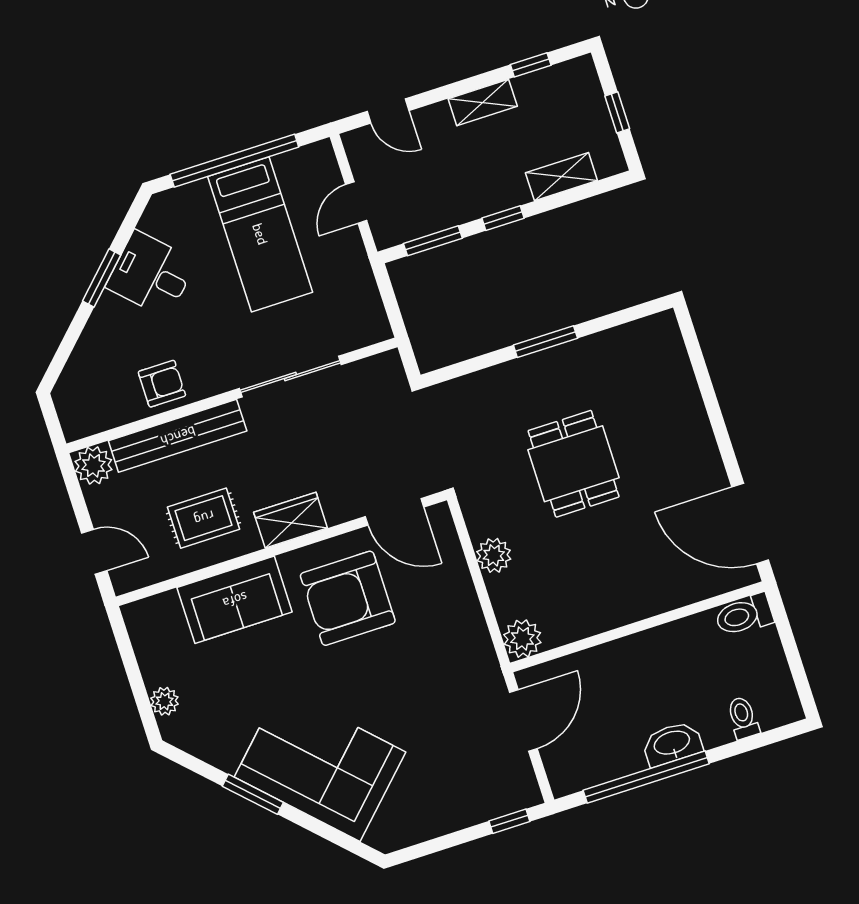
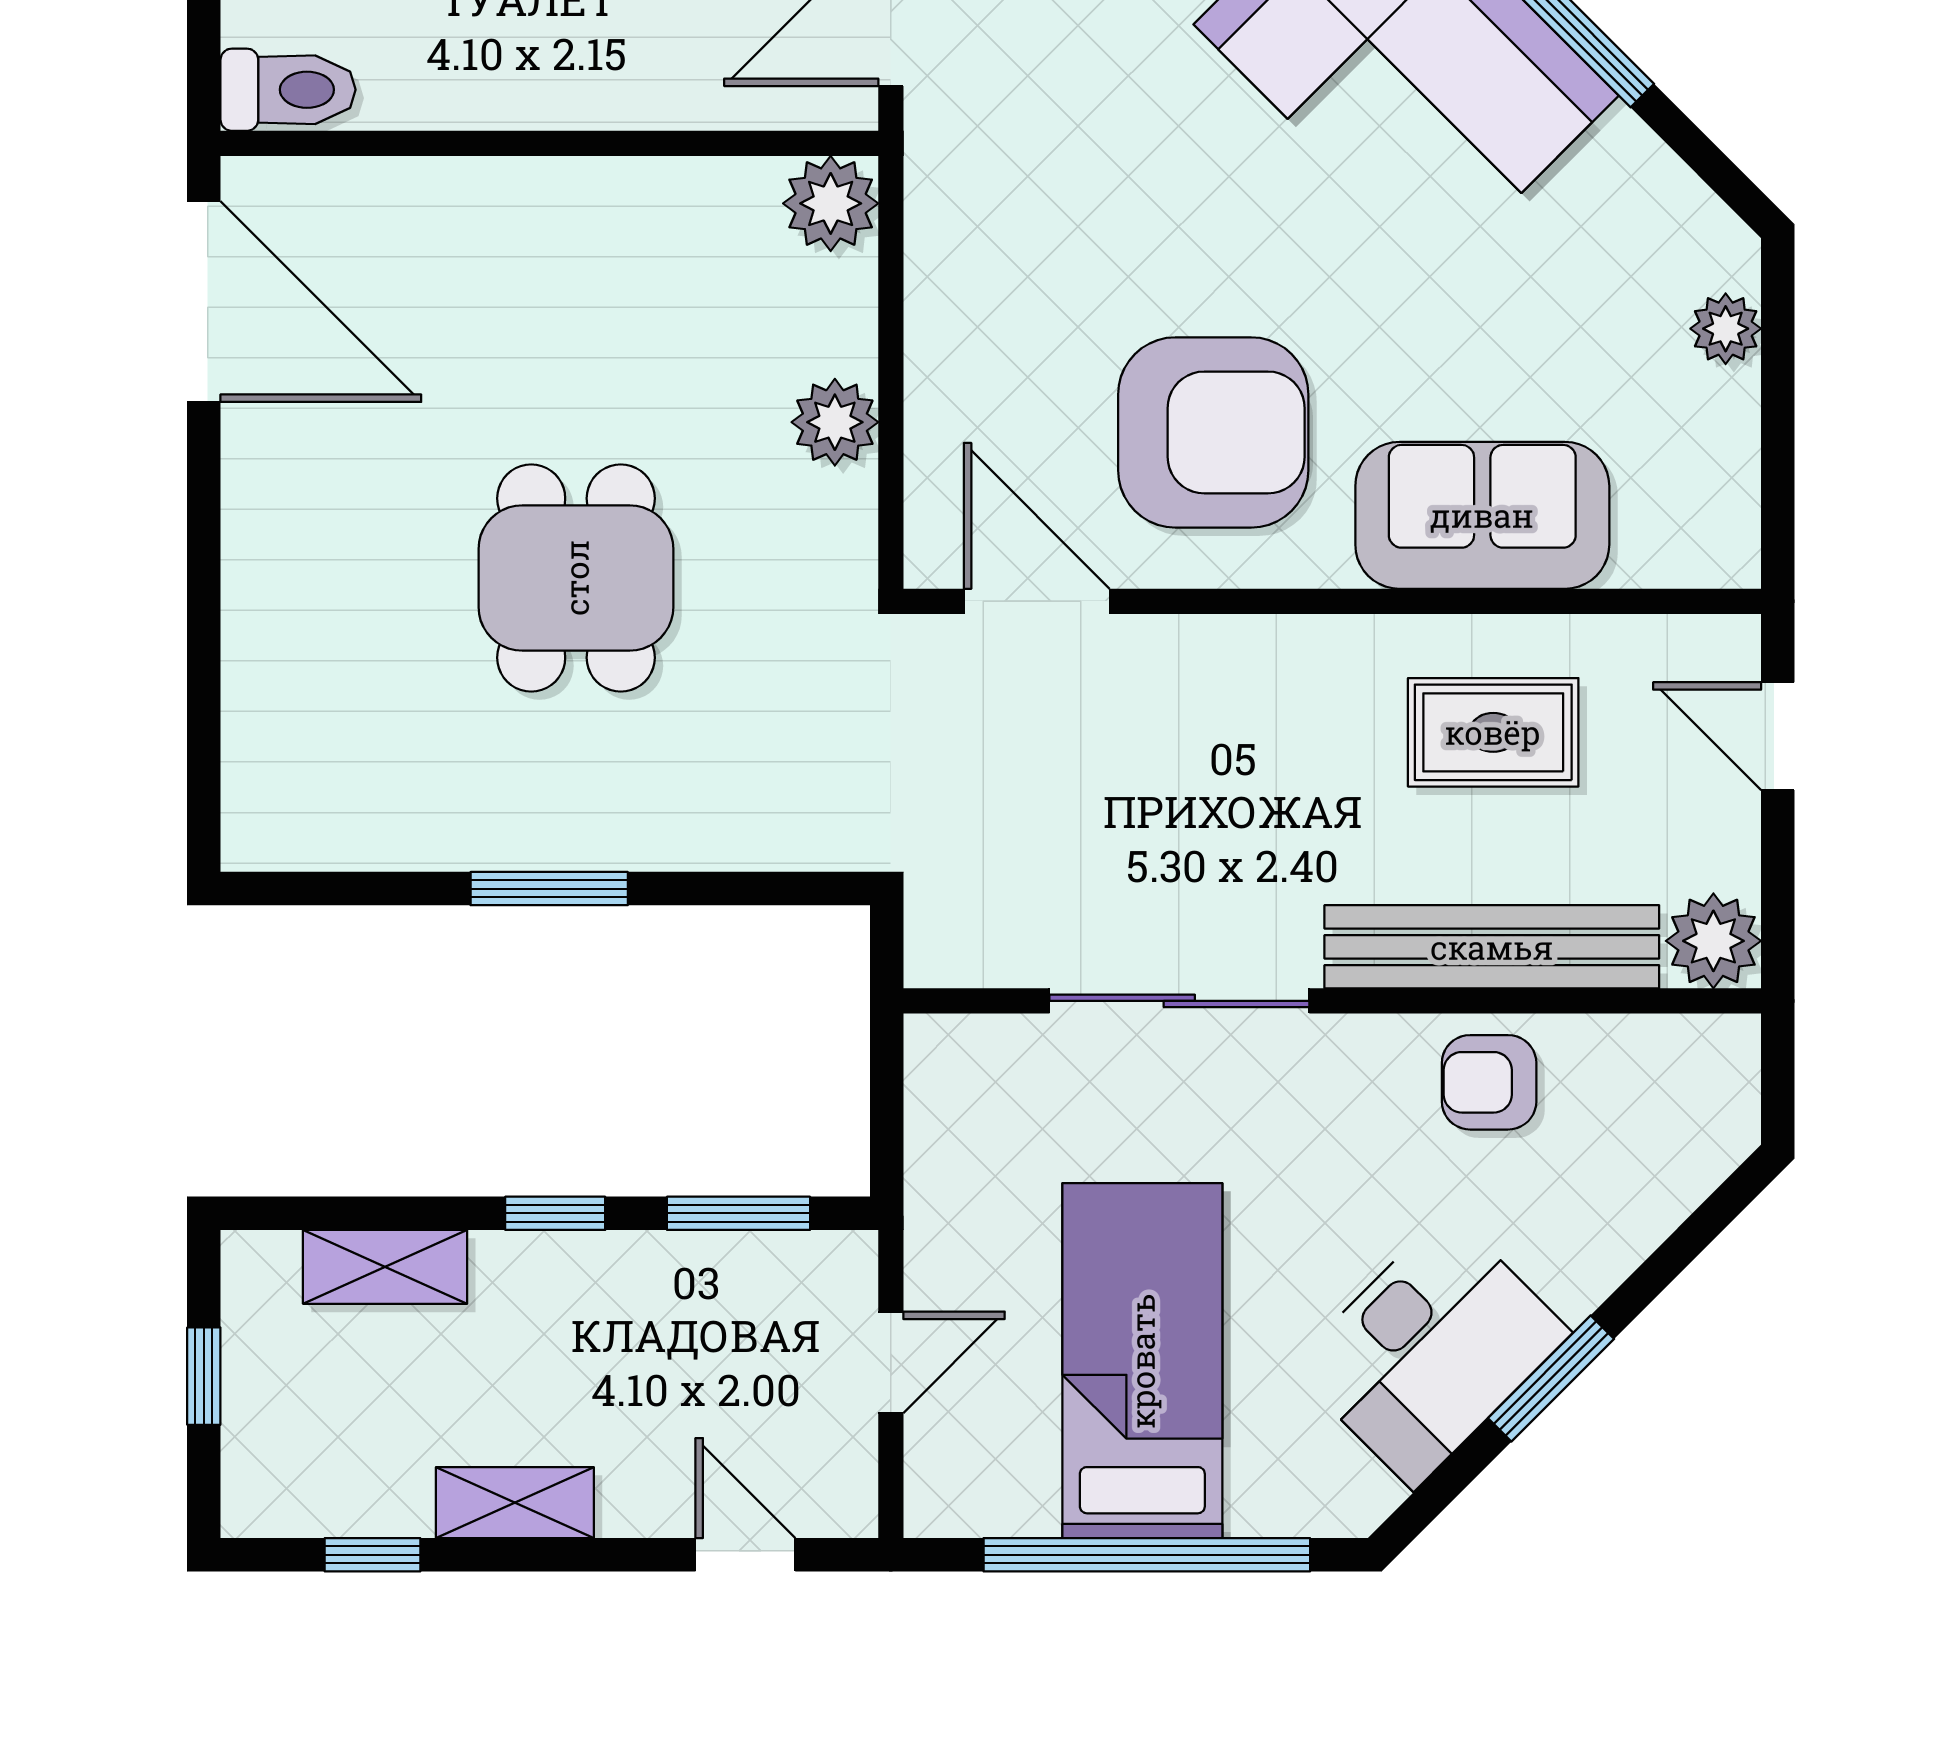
desk: (151, 274) -> (1431, 1350), width x1.37
wardrobe: (291, 520) -> (1289, 661), removed

